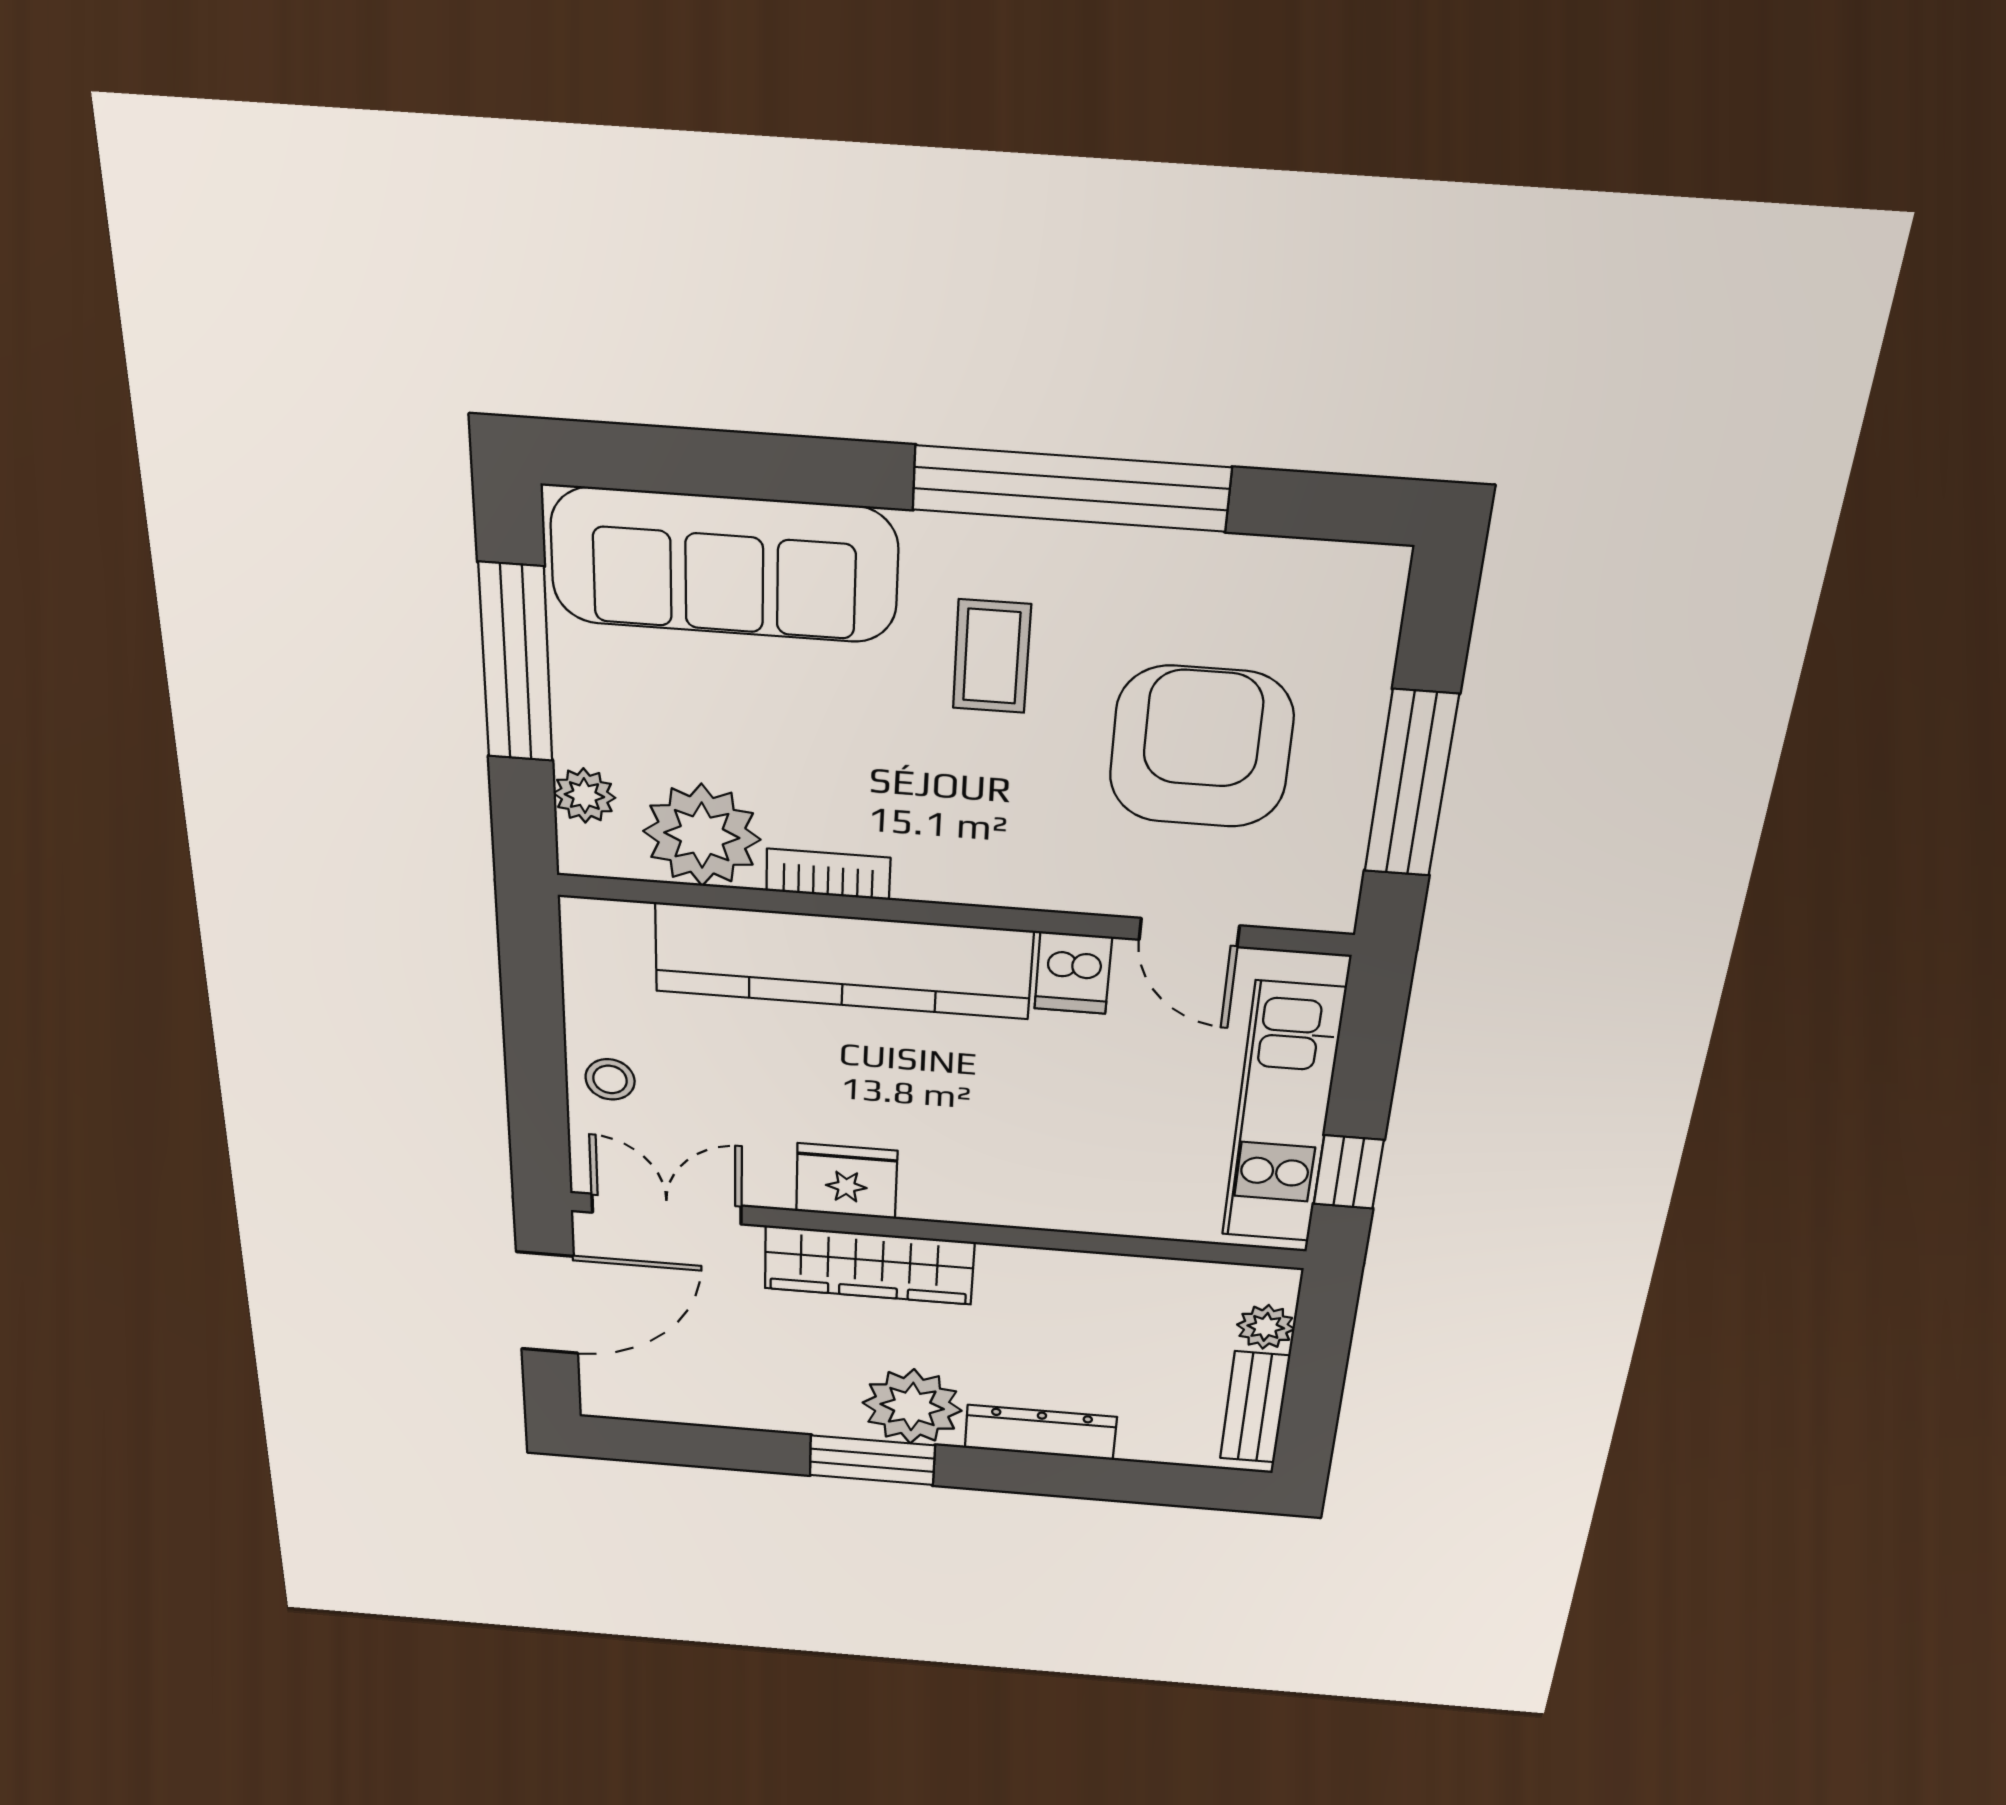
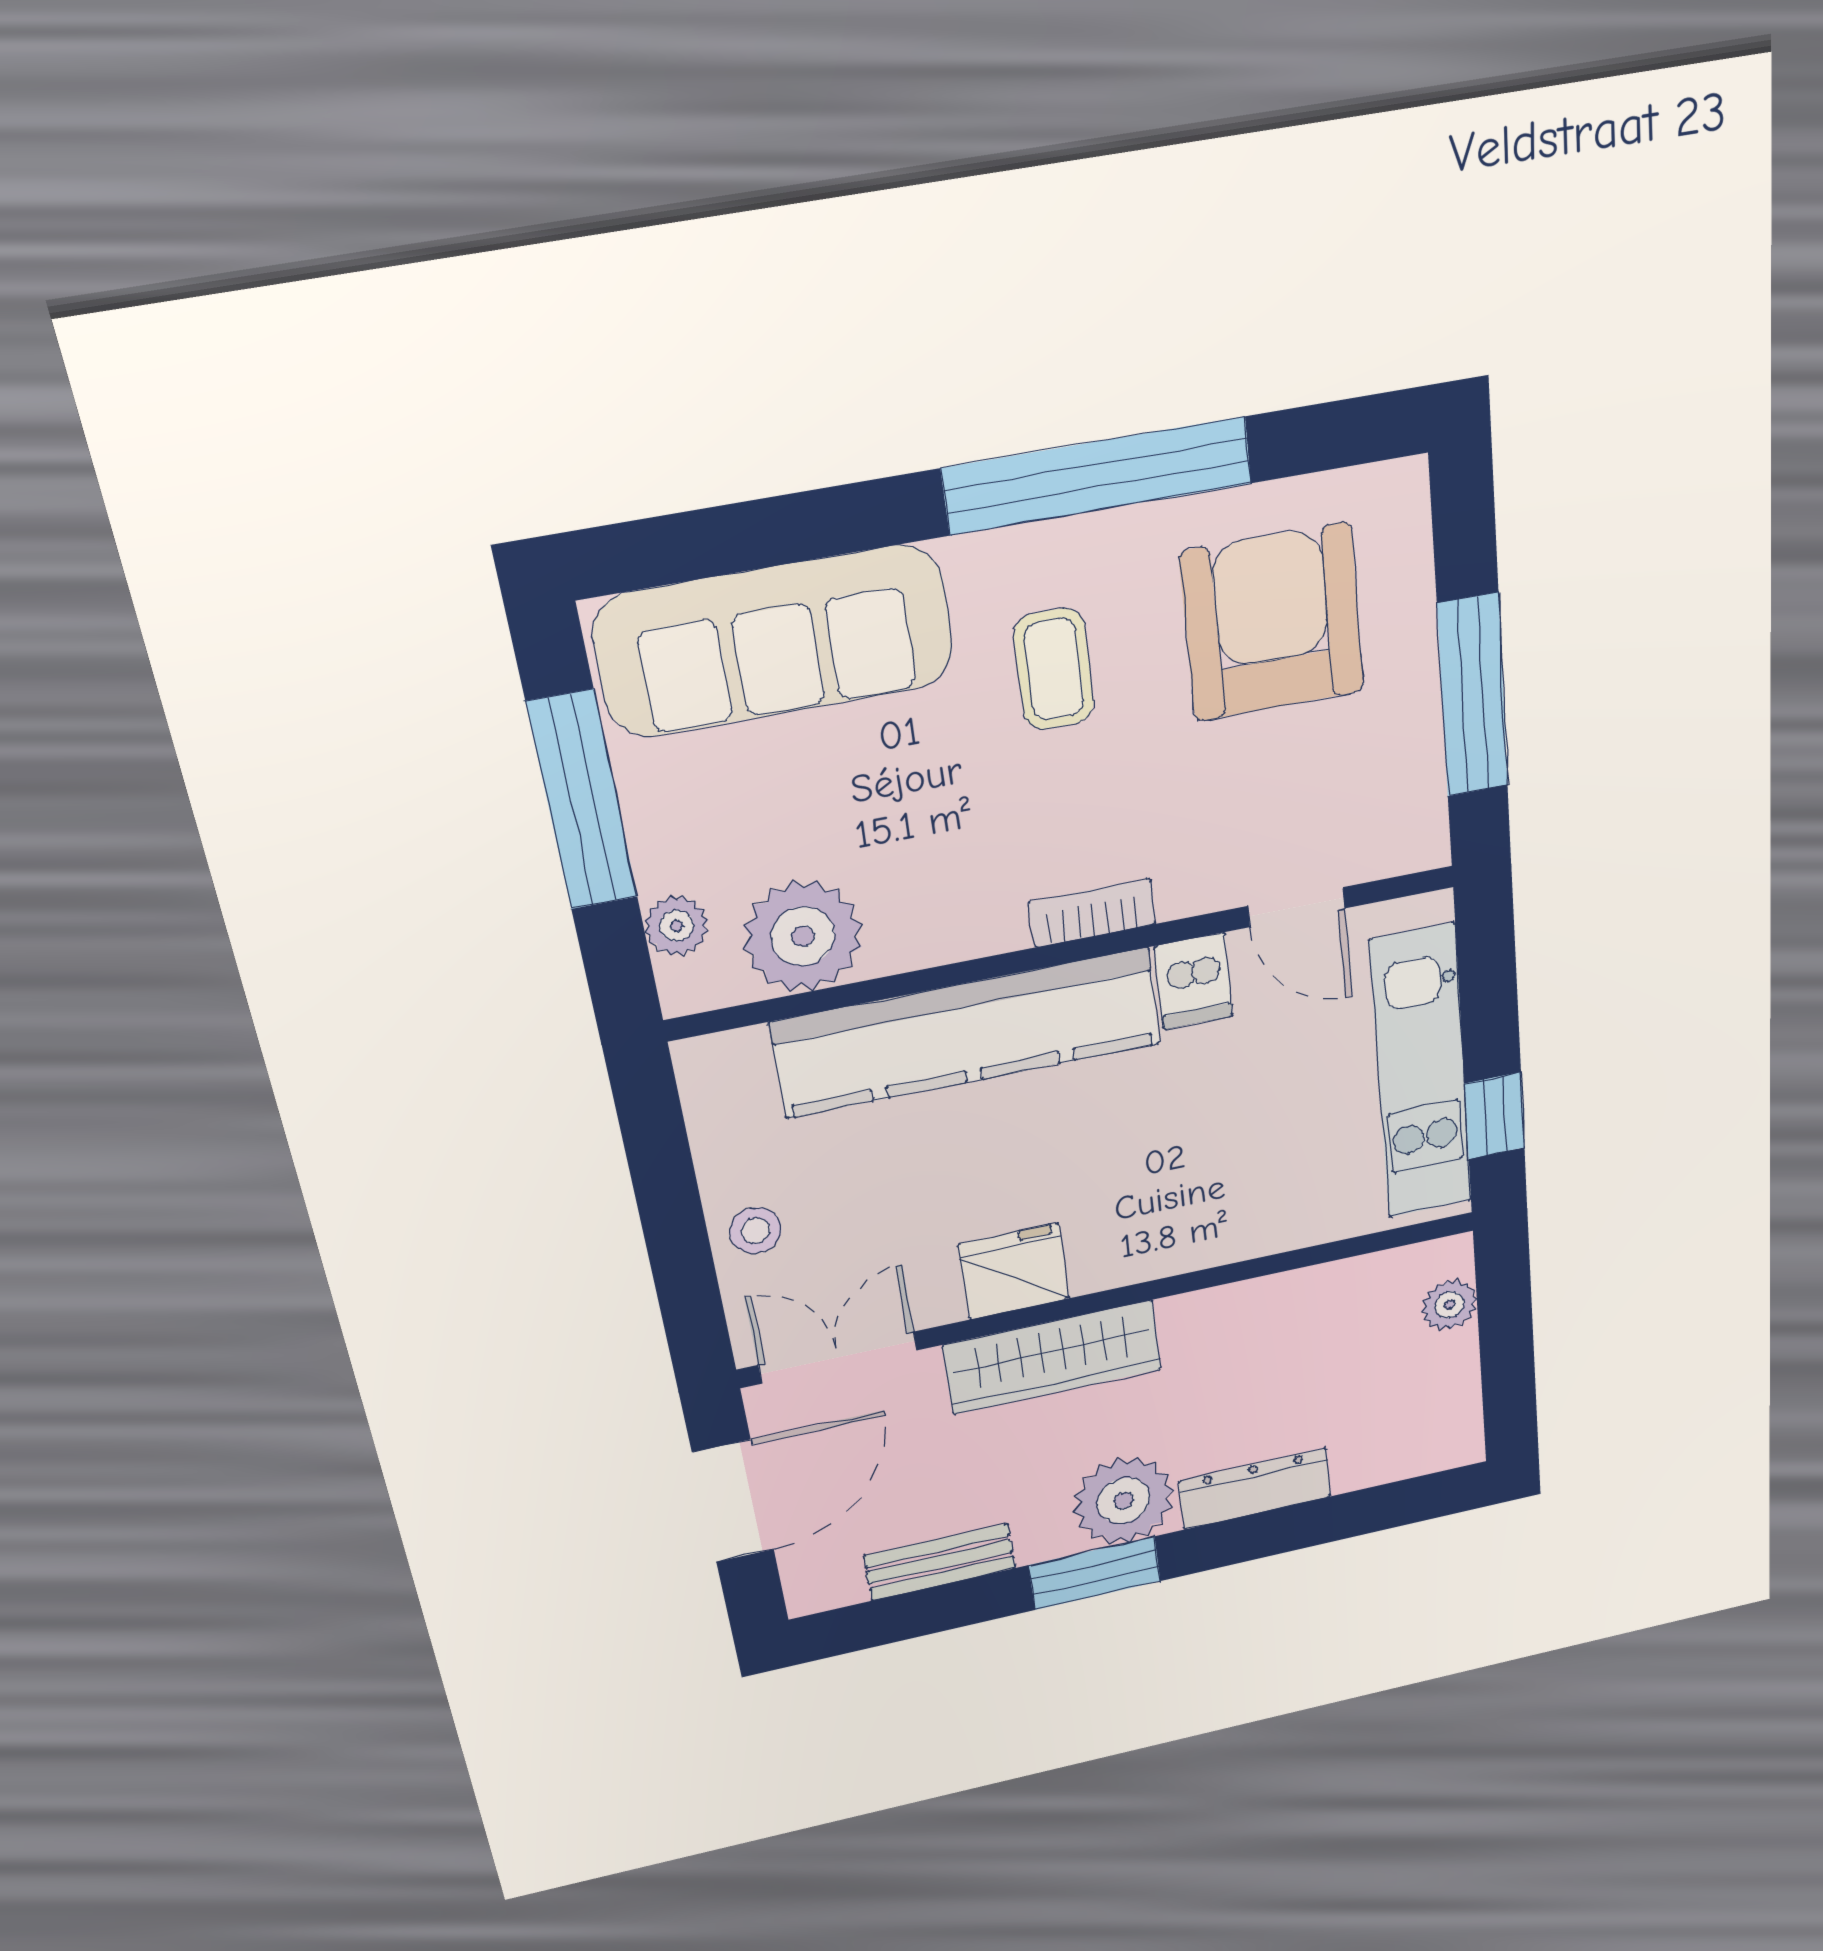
armchair: (1201, 747) -> (1272, 622), moved
bookcase: (828, 874) -> (1092, 913), moved
bench: (1255, 1407) -> (940, 1562), moved, turned 90

